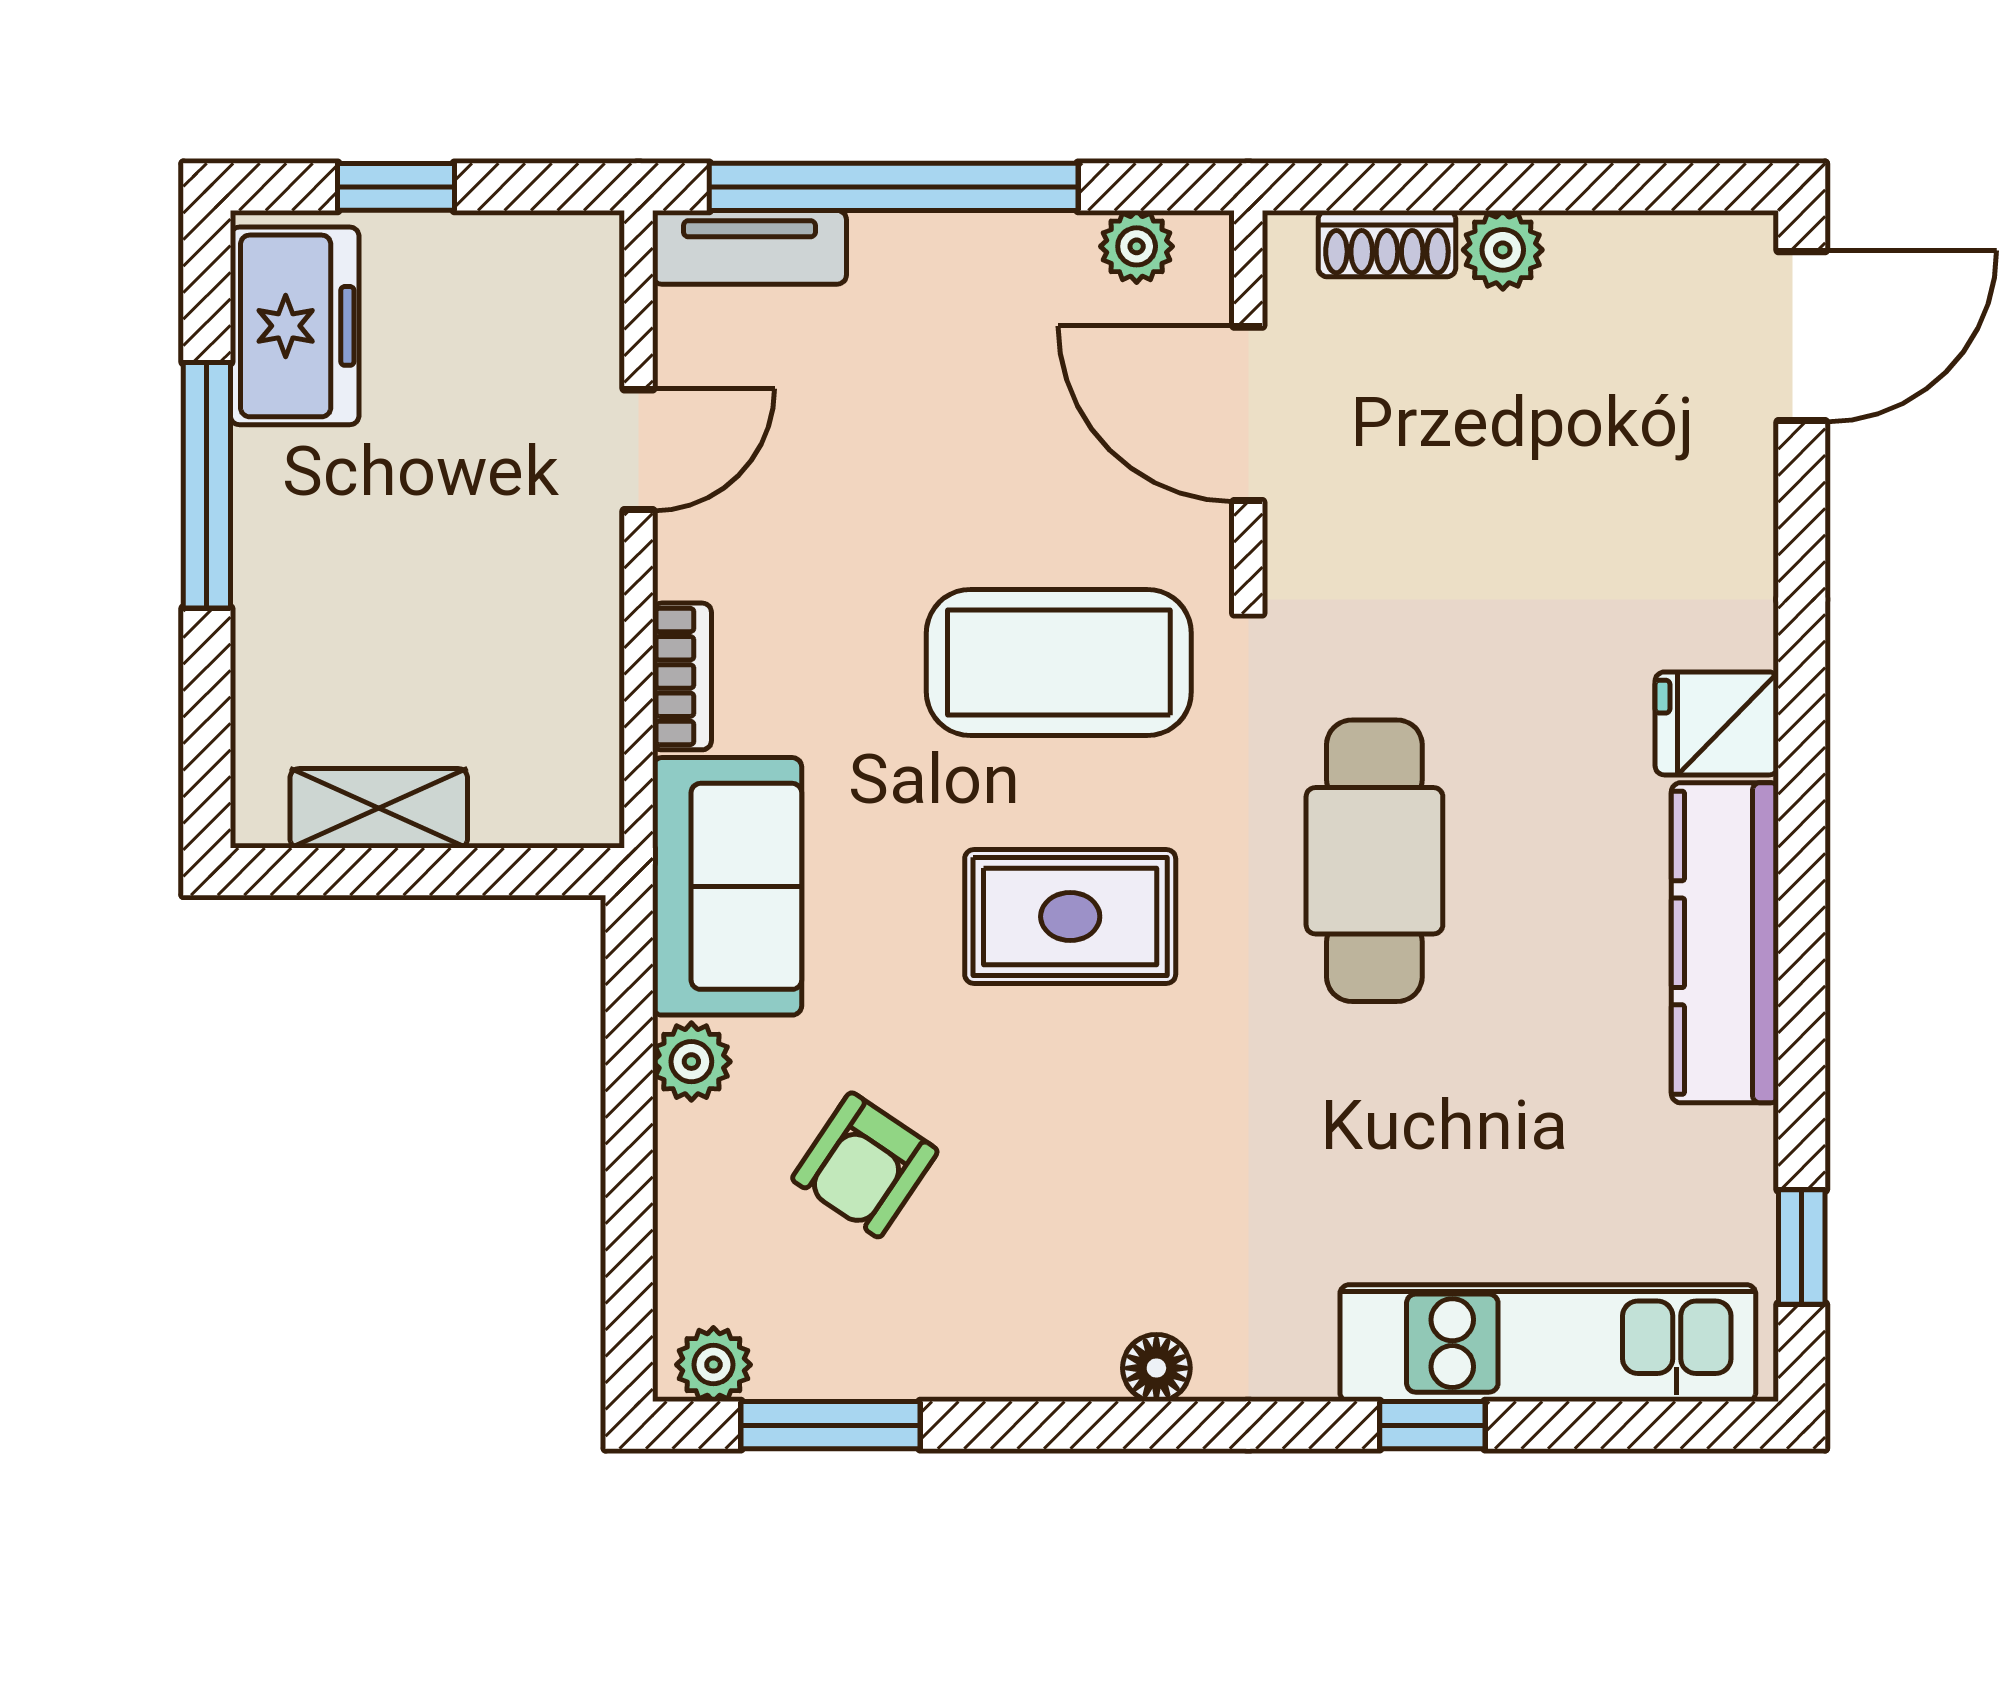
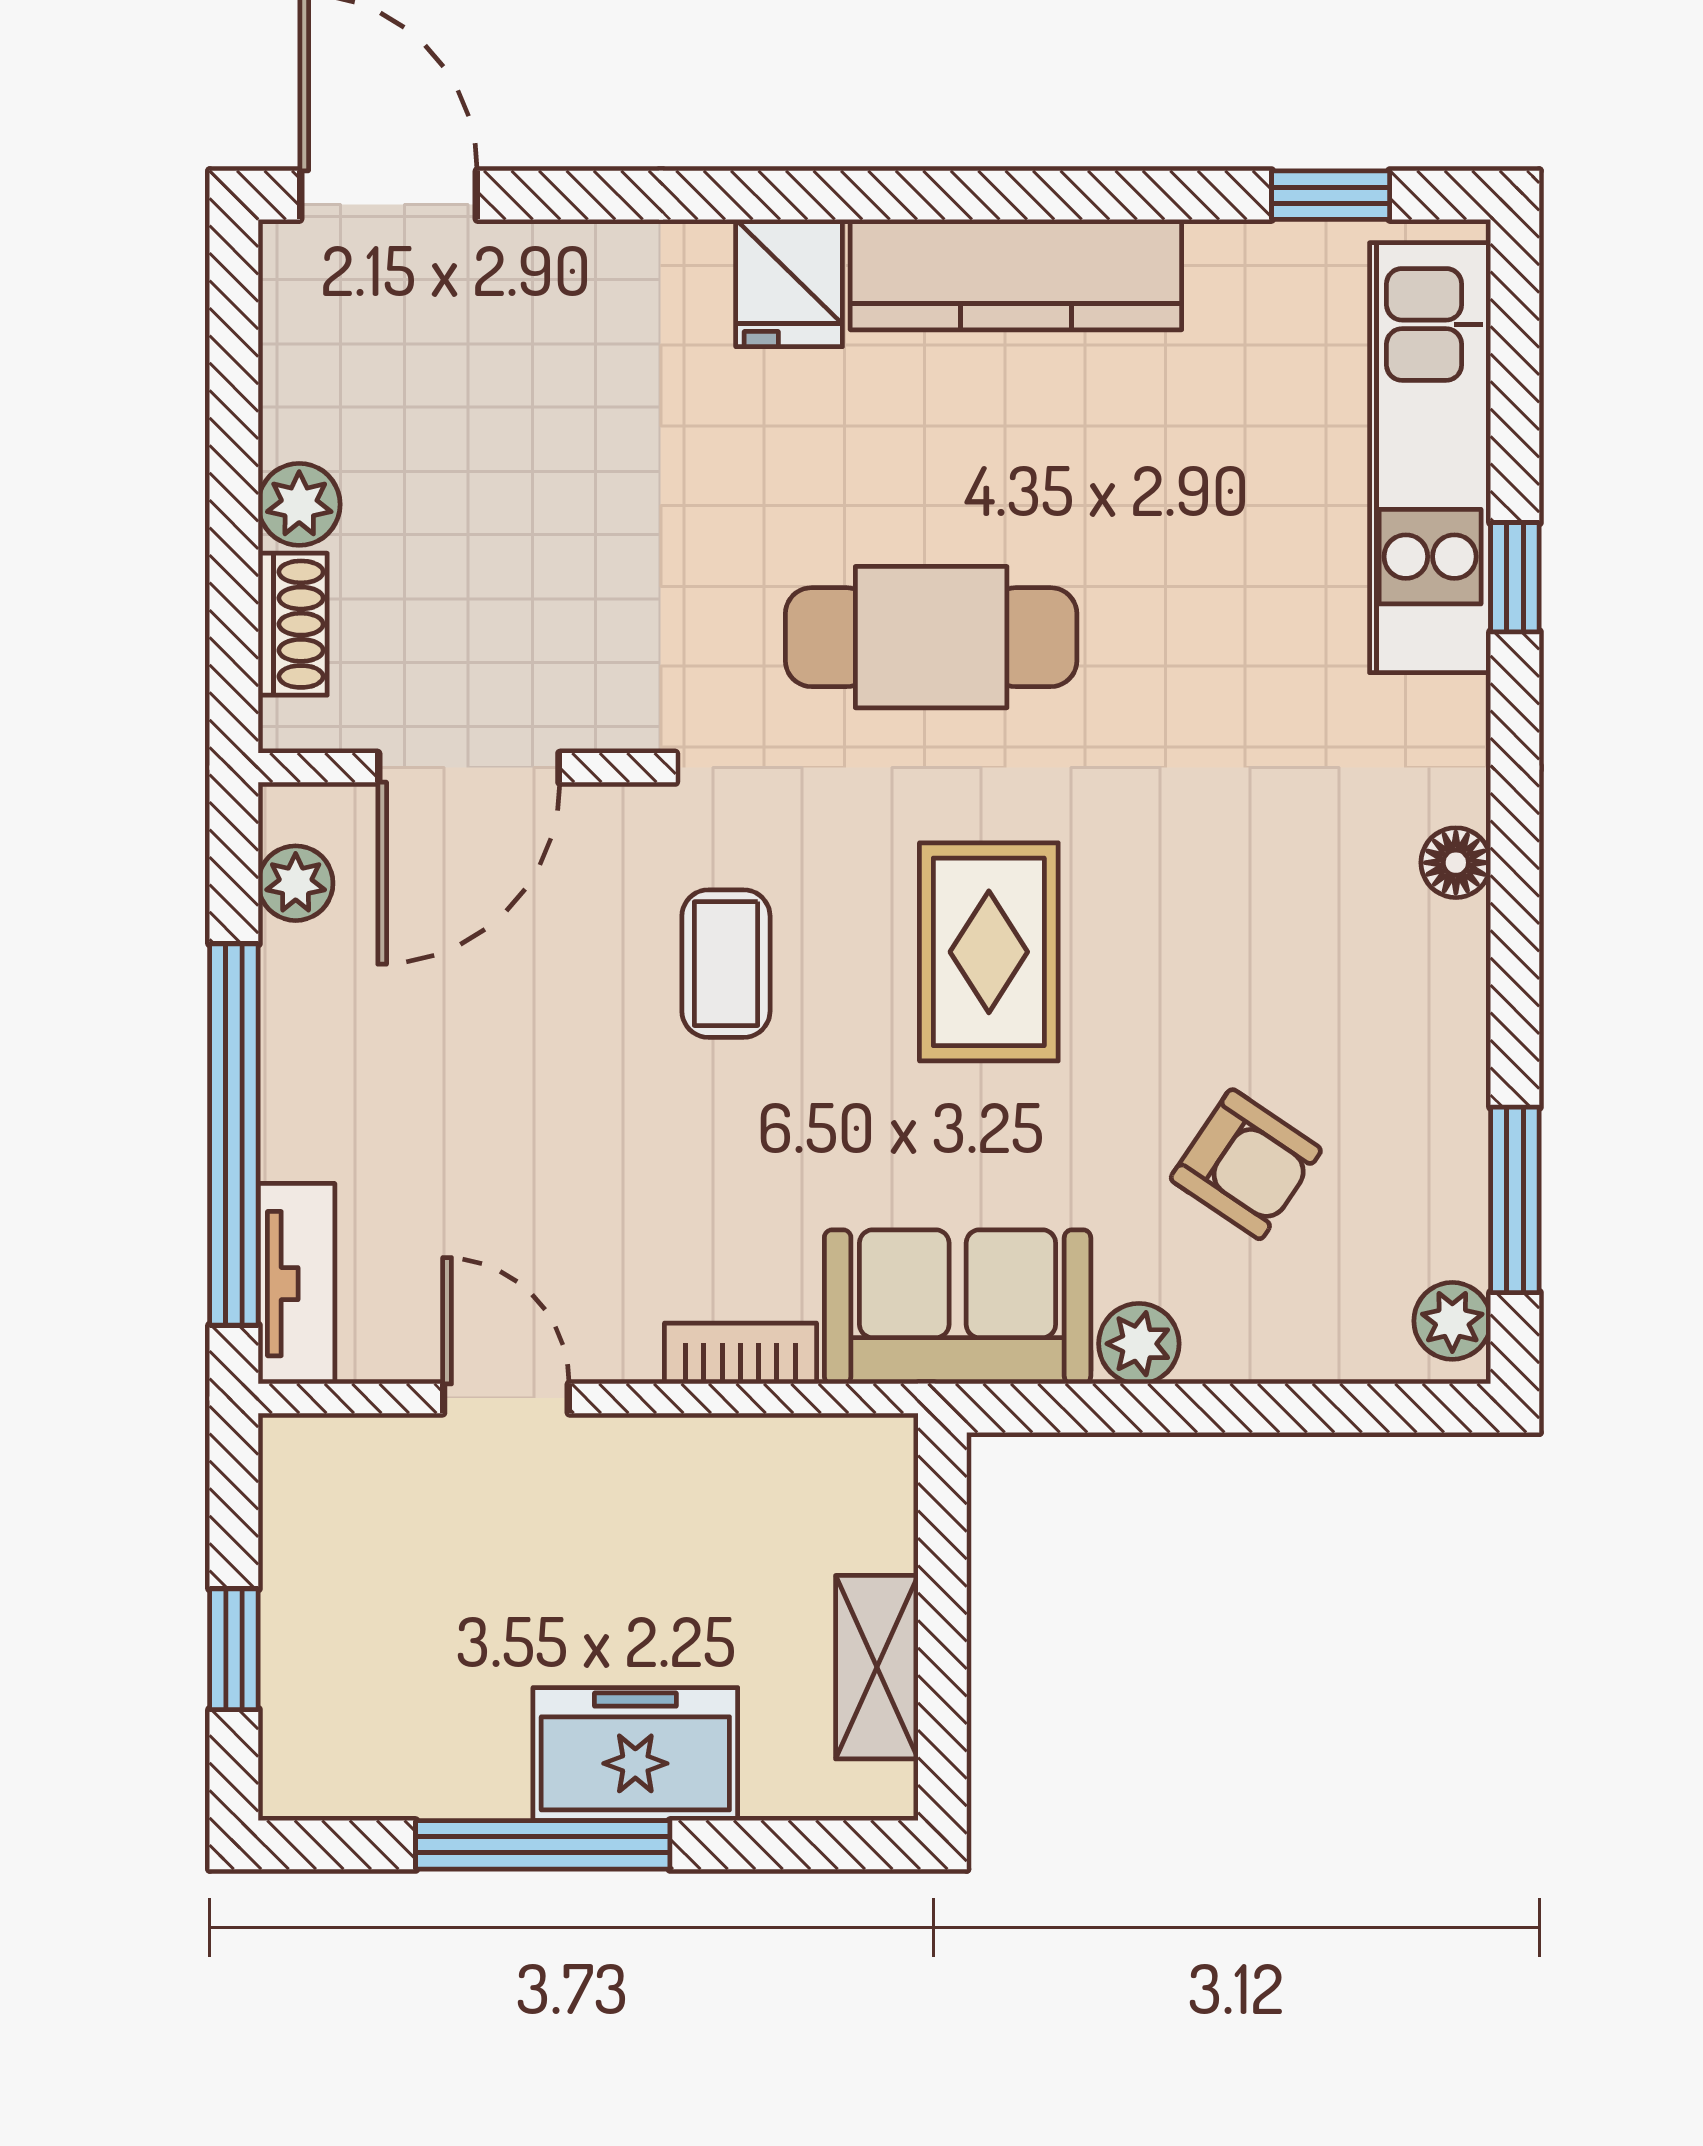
freezer: (295, 326) -> (635, 1754), moved
coffee table: (1059, 662) -> (726, 964), width x0.54, depth x0.58

